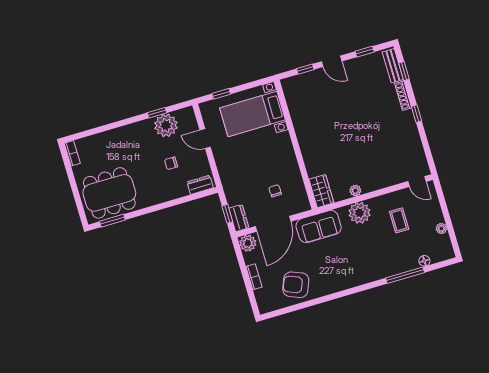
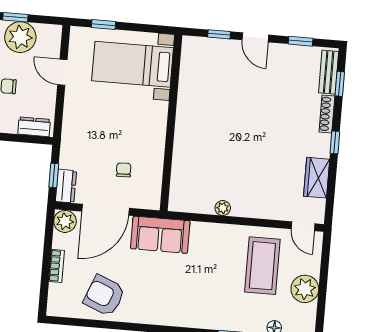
wardrobe: (321, 191) -> (317, 178), moved, turned 180
plant: (359, 213) -> (217, 237), removed
coffee table: (399, 220) -> (262, 266), width x1.86, depth x1.72
plant: (441, 228) -> (305, 289), width x1.87, depth x1.87

